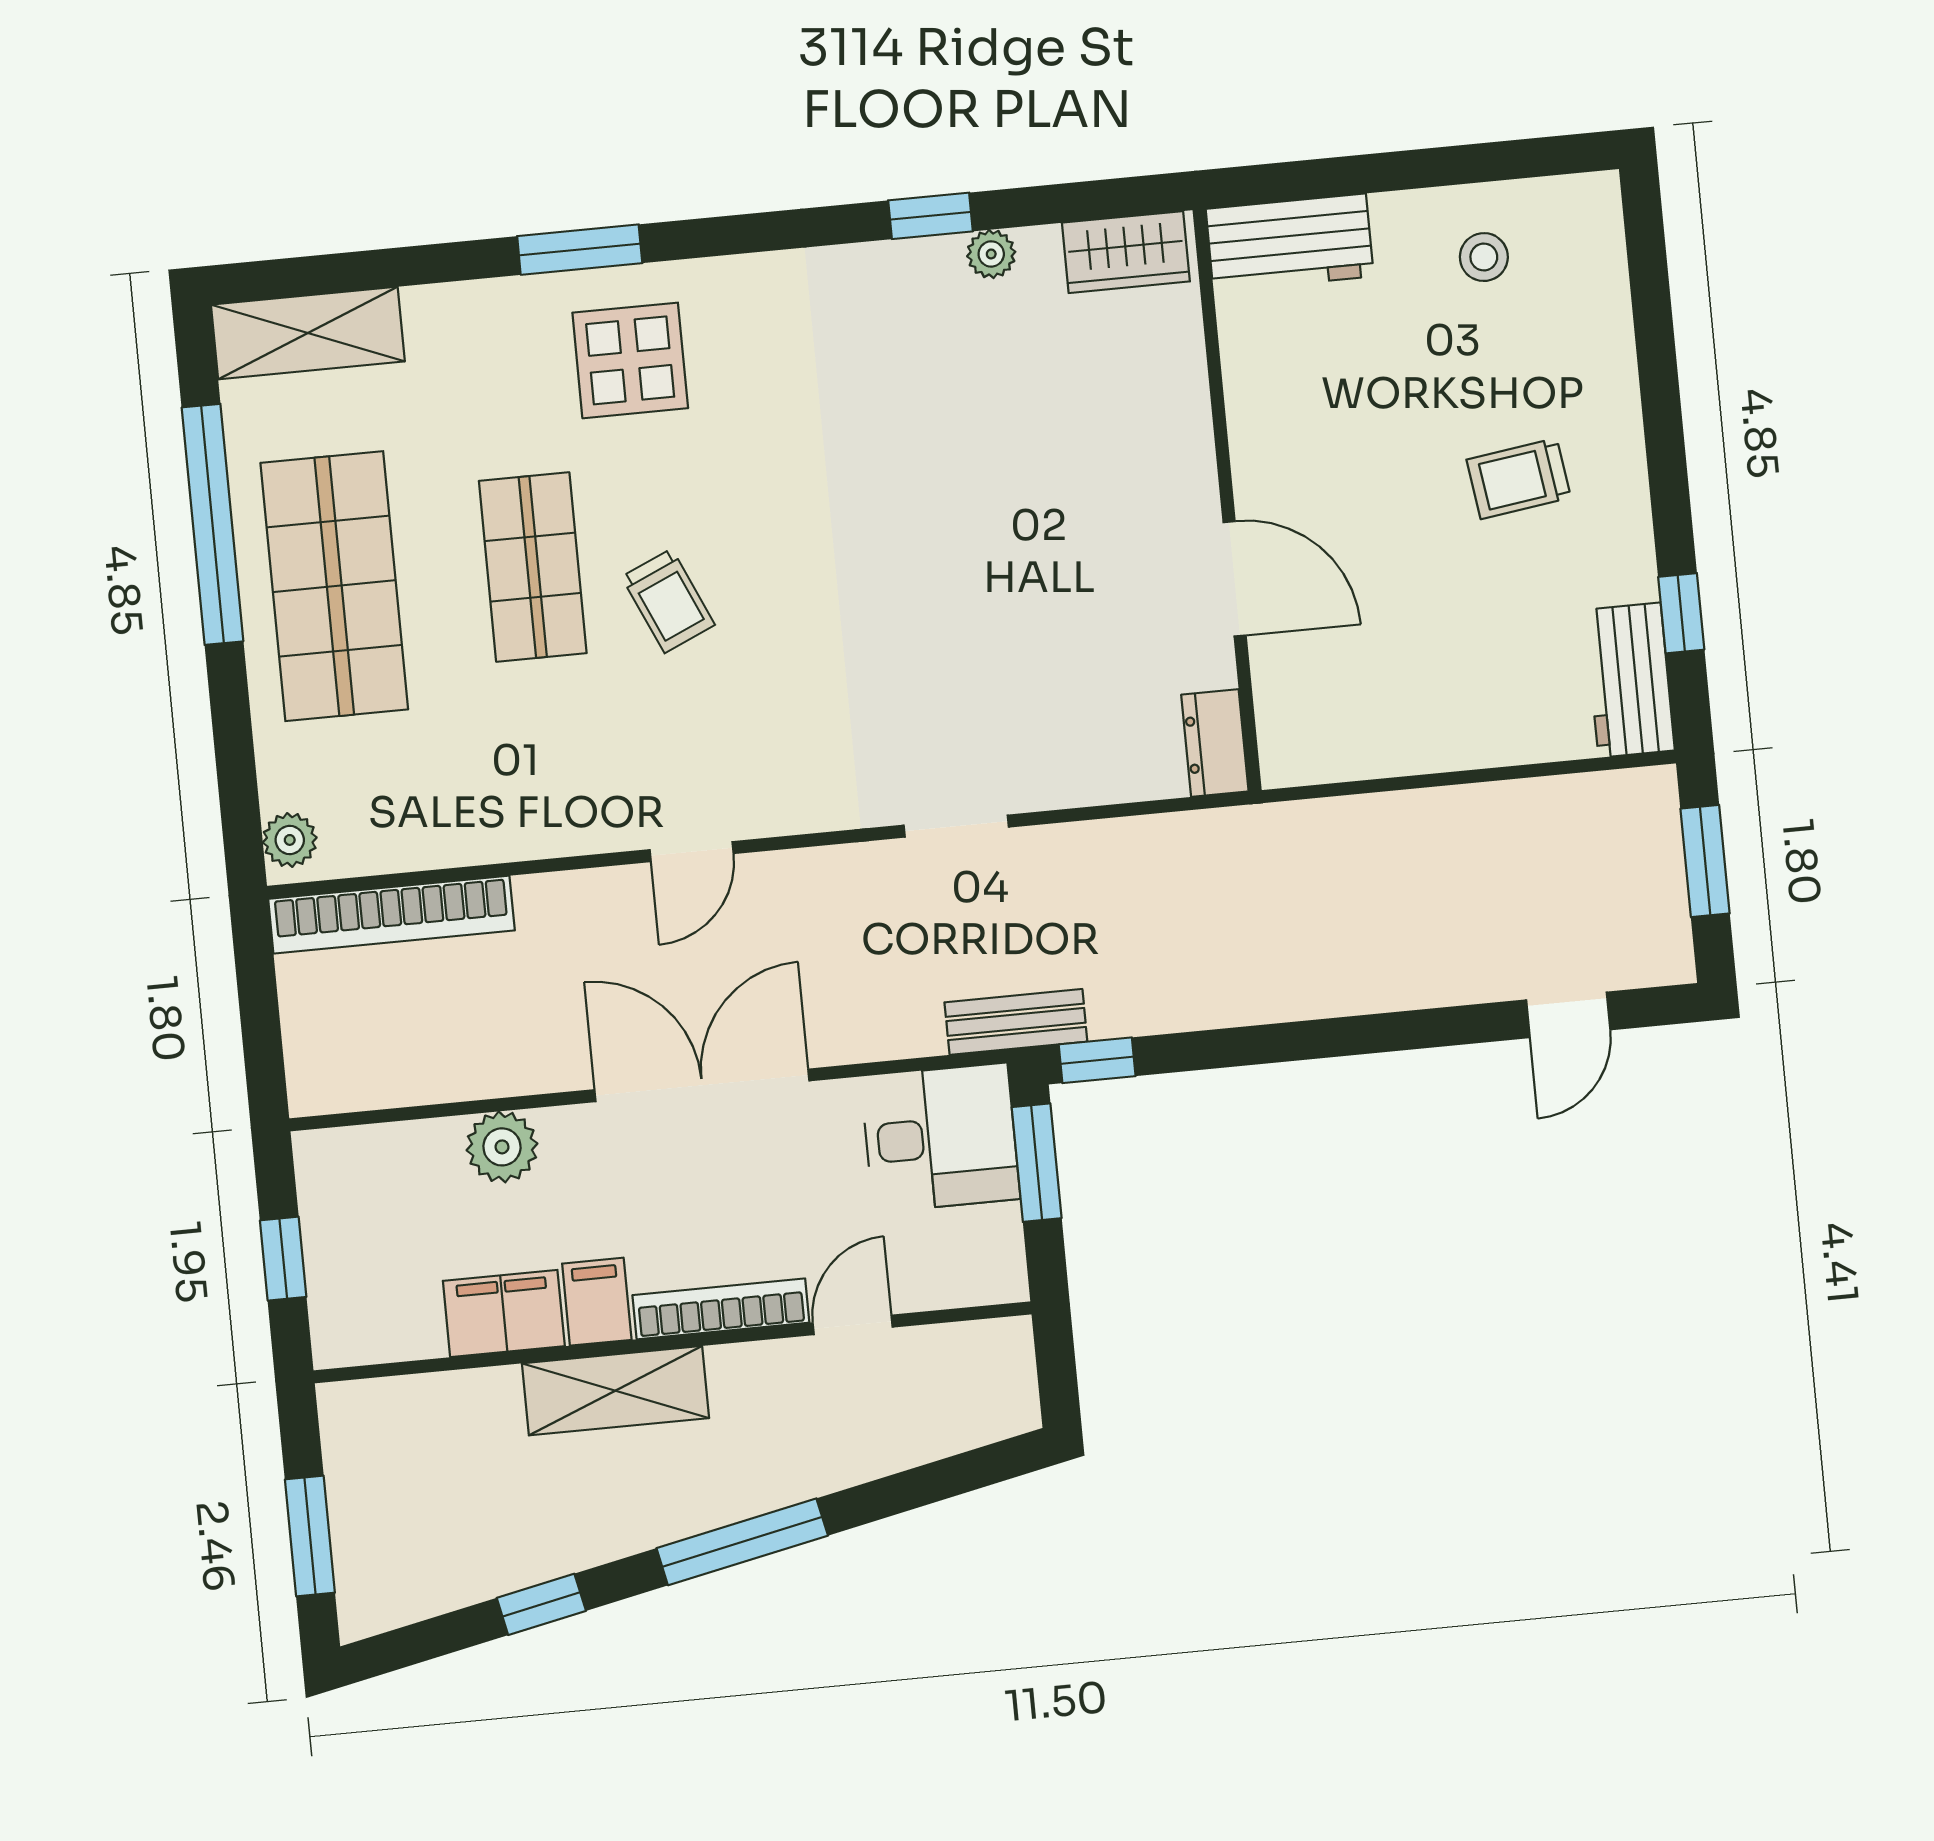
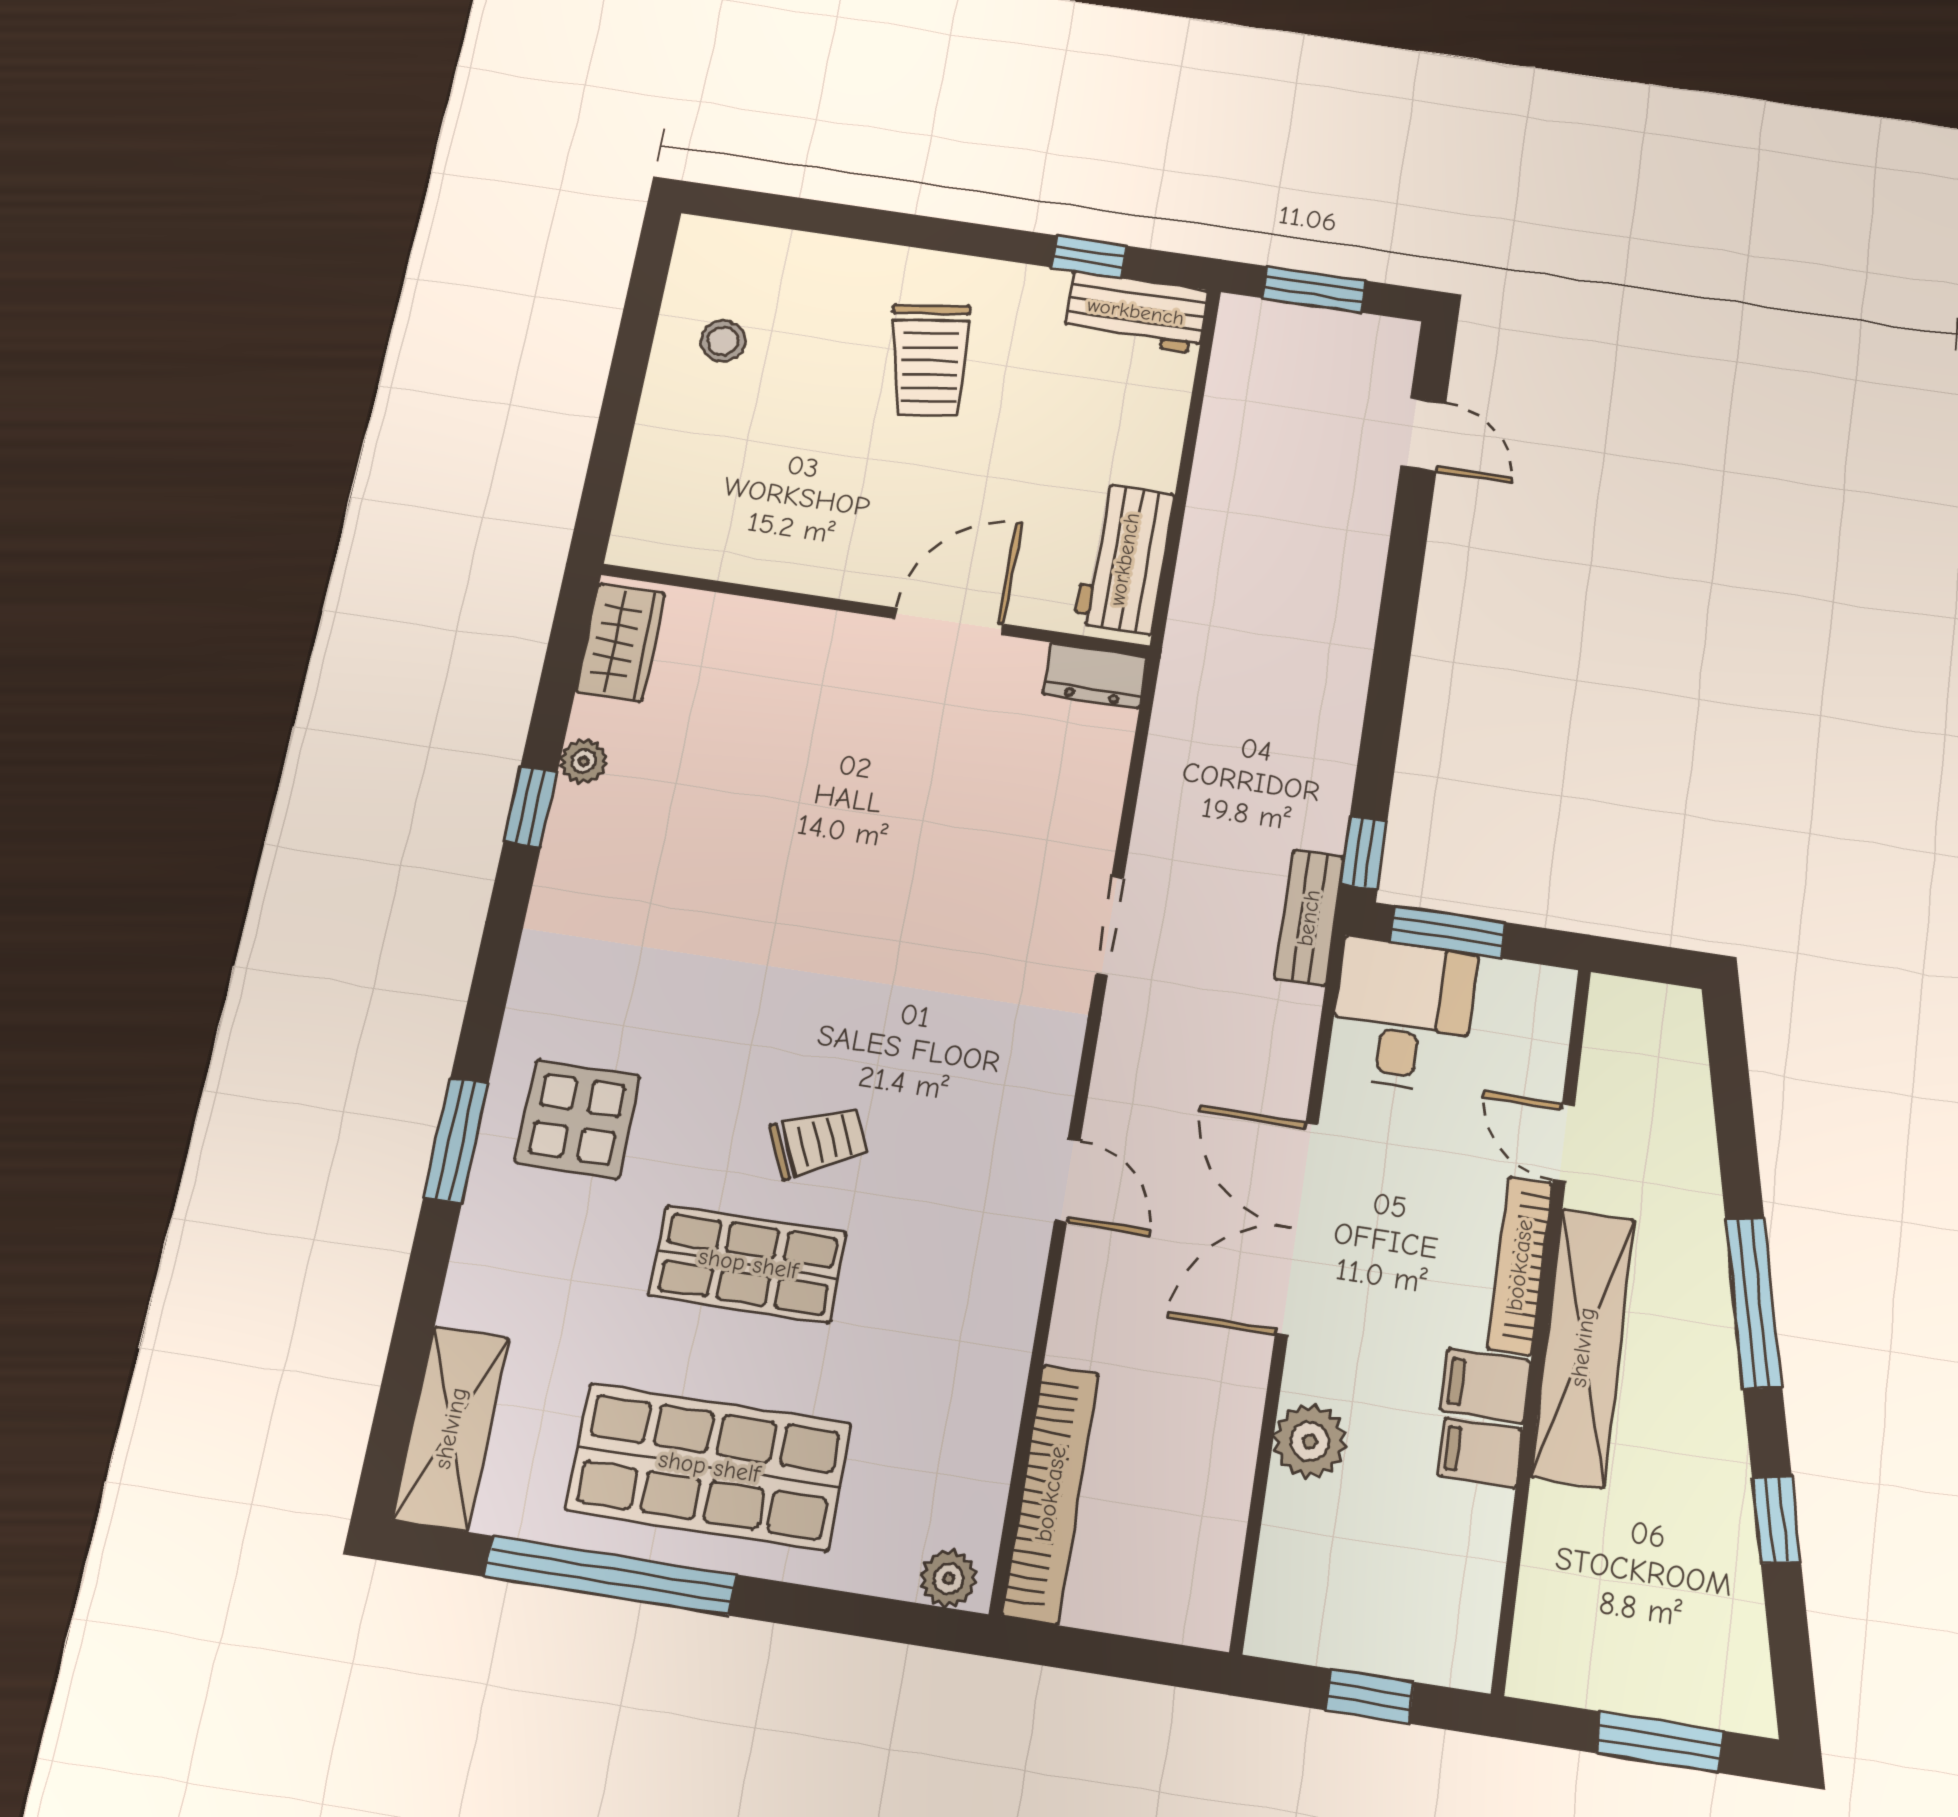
workbench: (1290, 243) -> (1125, 559), moved, turned 180
trolley: (1519, 479) -> (930, 360), width x1.36, depth x1.39
filing cabinet: (504, 1314) -> (1480, 1453), width x0.50
shelving: (616, 1391) -> (1583, 1347), width x1.47

